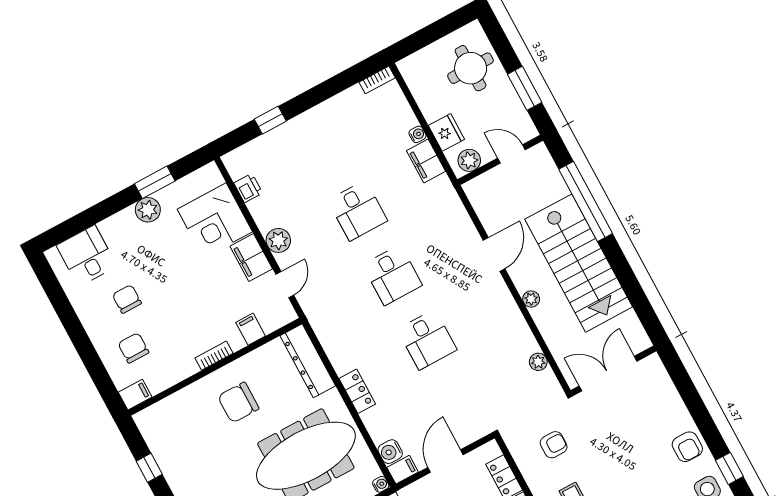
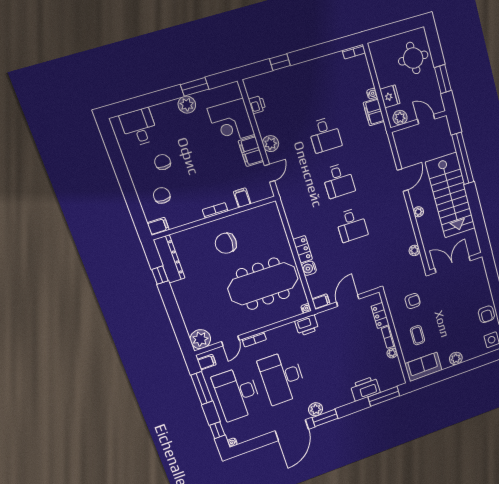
dresser: (308, 361) -> (169, 259), moved, turned 180
water cooler: (390, 452) -> (309, 268), moved

